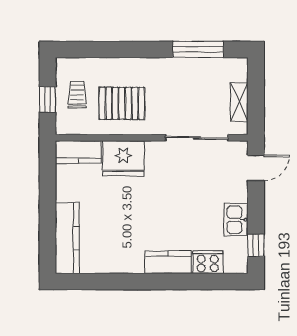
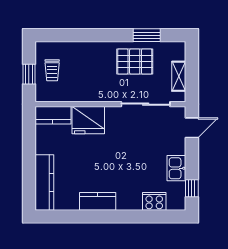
window: (198, 49) -> (147, 35), width x0.69
trolley: (77, 94) -> (52, 70), turned 180
pallet: (122, 103) -> (135, 62), moved
kitchen counter: (168, 262) -> (98, 201), moved

